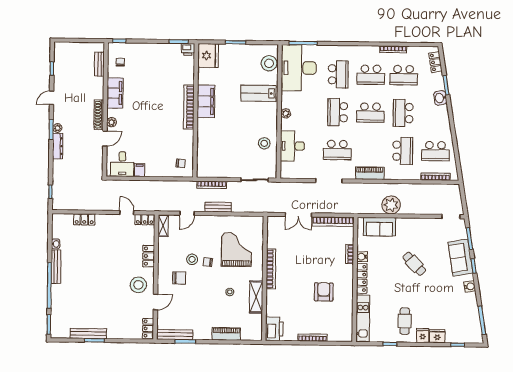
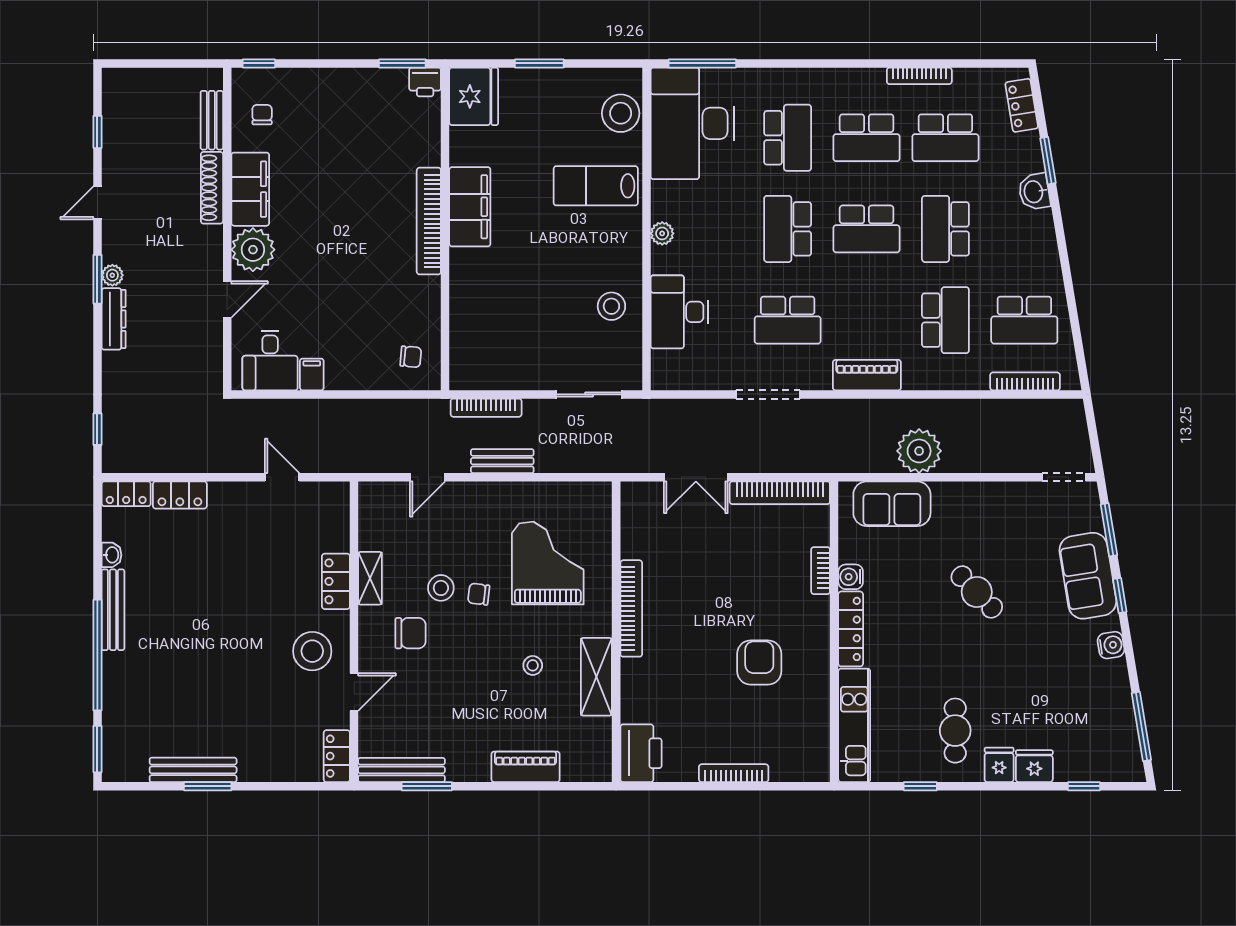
shoe rack: (99, 115) -> (212, 188), moved
plant: (112, 122) -> (253, 250), width x1.87, depth x1.87
locker: (145, 220) -> (126, 494), moved
shelving: (163, 226) -> (370, 578), moved

